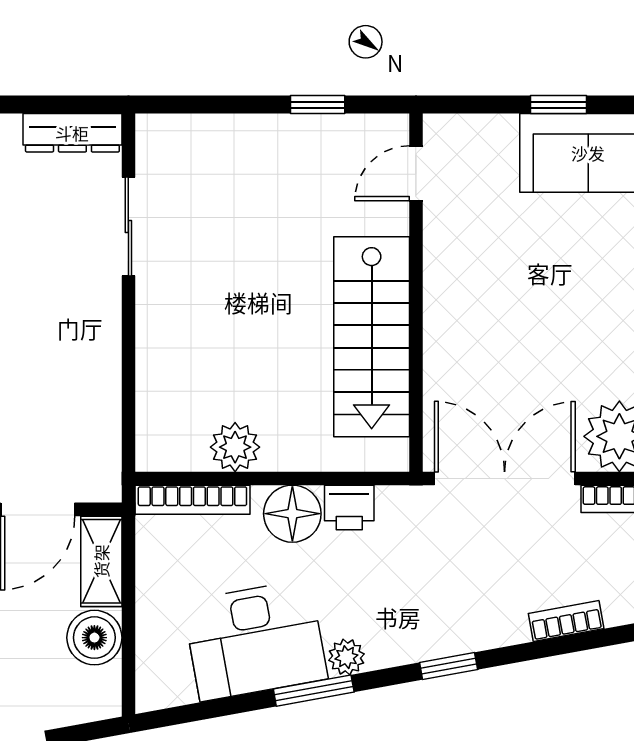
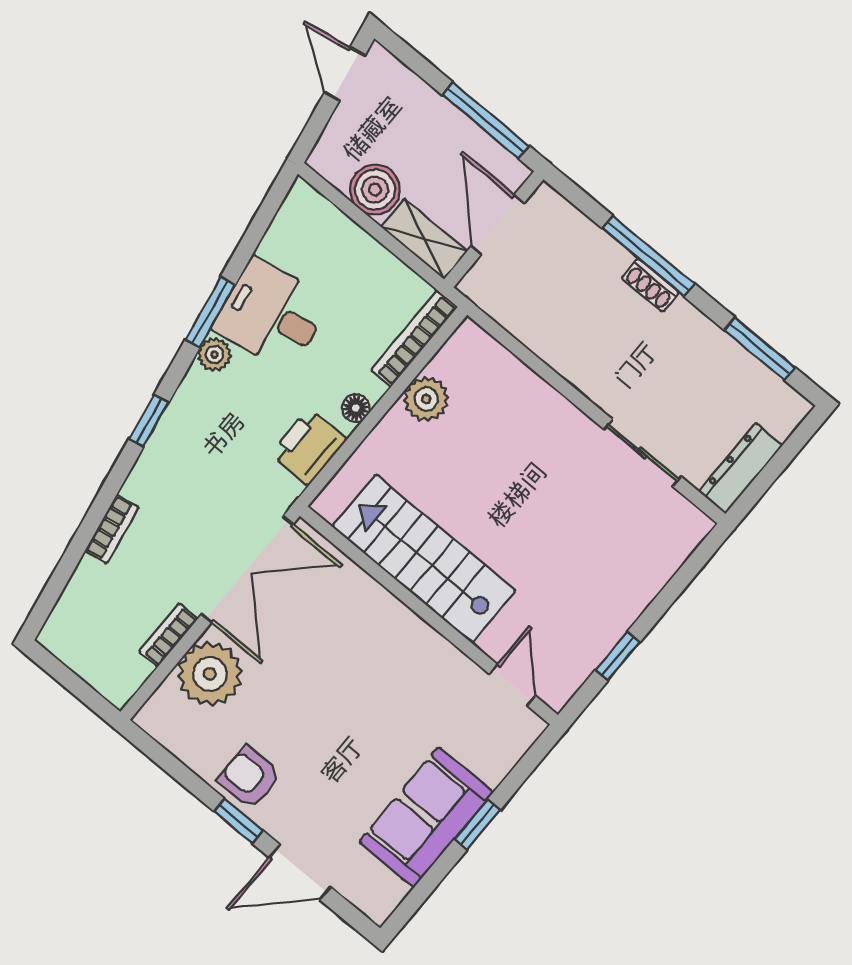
printer: (349, 507) -> (309, 447), width x1.36, depth x1.24
floor lamp: (292, 514) -> (356, 408), width x0.53, depth x0.53
desk: (255, 640) -> (272, 314), width x0.73

